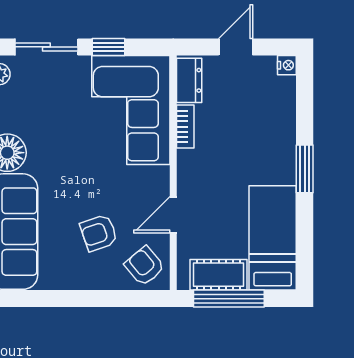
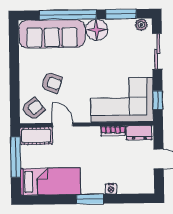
window: (108, 47) -> (158, 100), moved
nightstand: (287, 65) -> (111, 189), moved
armchair: (99, 233) -> (52, 83), turned 129
cot: (219, 275) -> (36, 136), moved, turned 90

